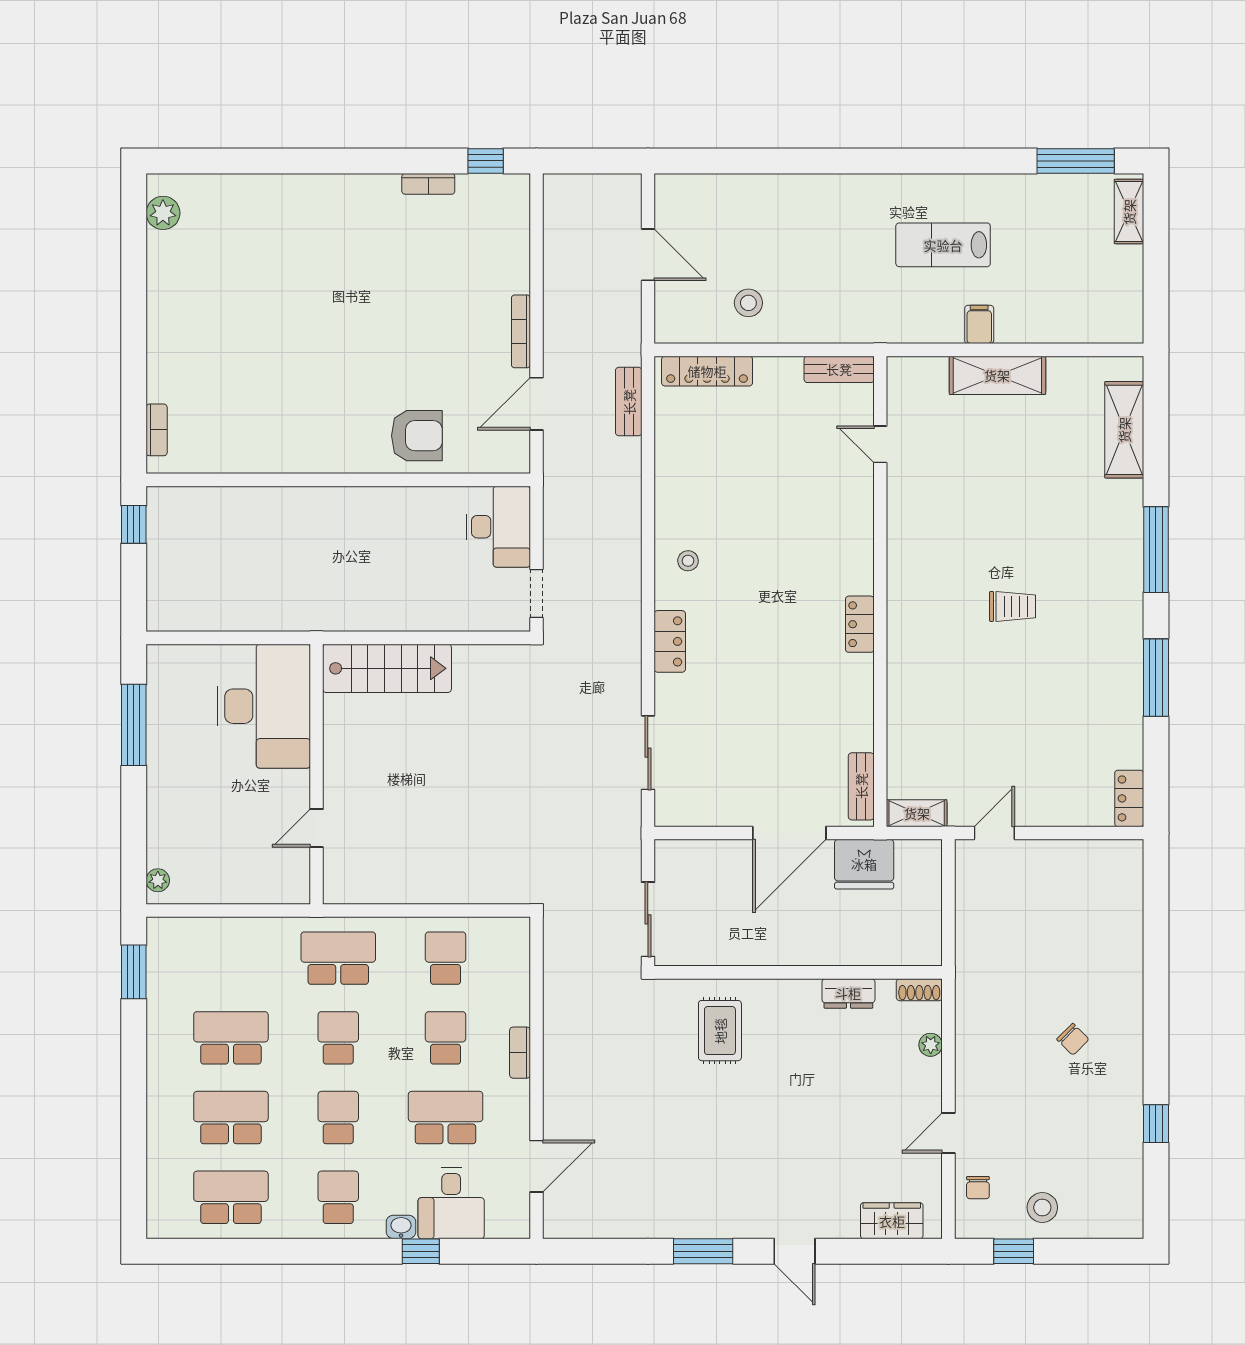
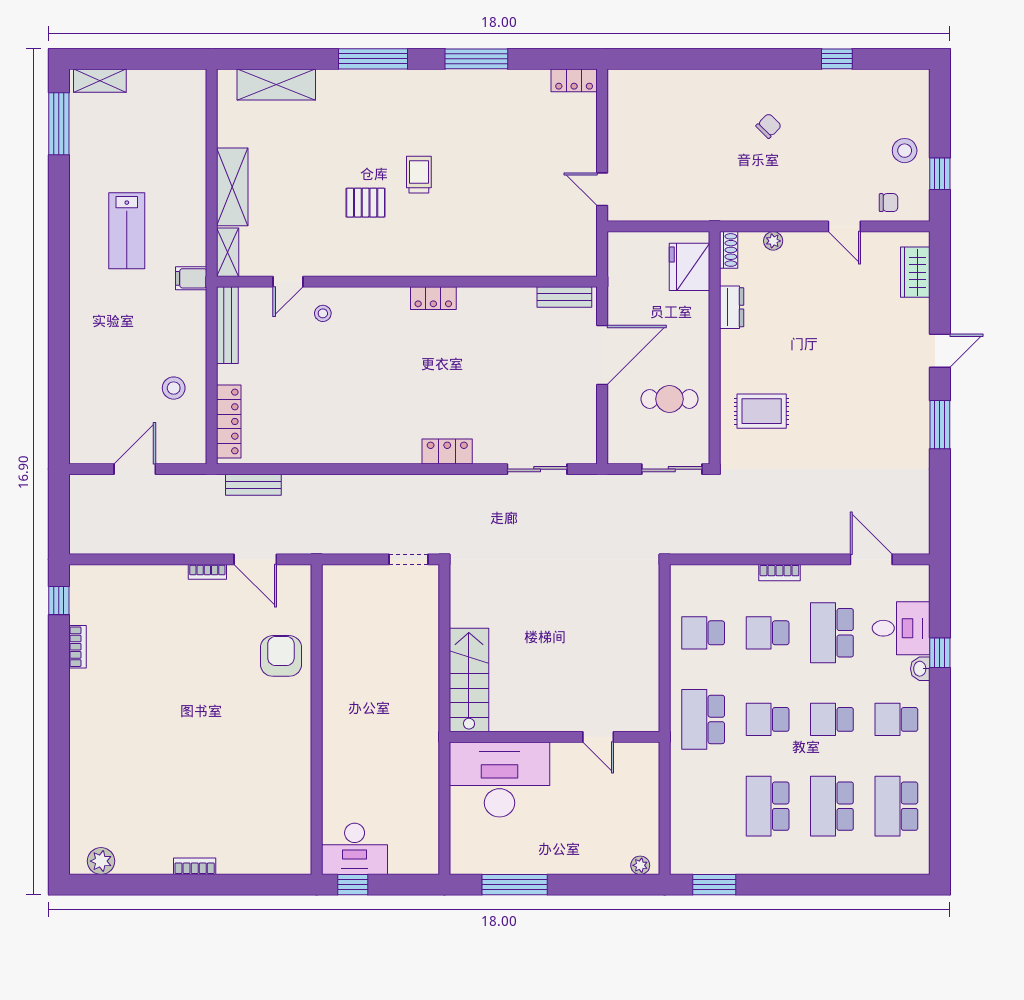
filing cabinet: (979, 324) -> (191, 278), moved
bookcase: (521, 331) -> (207, 572), width x0.64
bench: (839, 369) -> (227, 325), width x1.36
bookcase: (157, 430) -> (195, 866), moved
desk: (498, 527) -> (355, 849), moved, turned 180
pallet: (978, 540) -> (366, 203), added
stool: (688, 561) -> (323, 313), moved
shelving: (917, 813) -> (228, 252), moved
door: (789, 833) -> (602, 355), hinge flipped
fridge: (864, 864) -> (689, 267), moved, turned 180
cafe table: (735, 917) -> (670, 399), added

